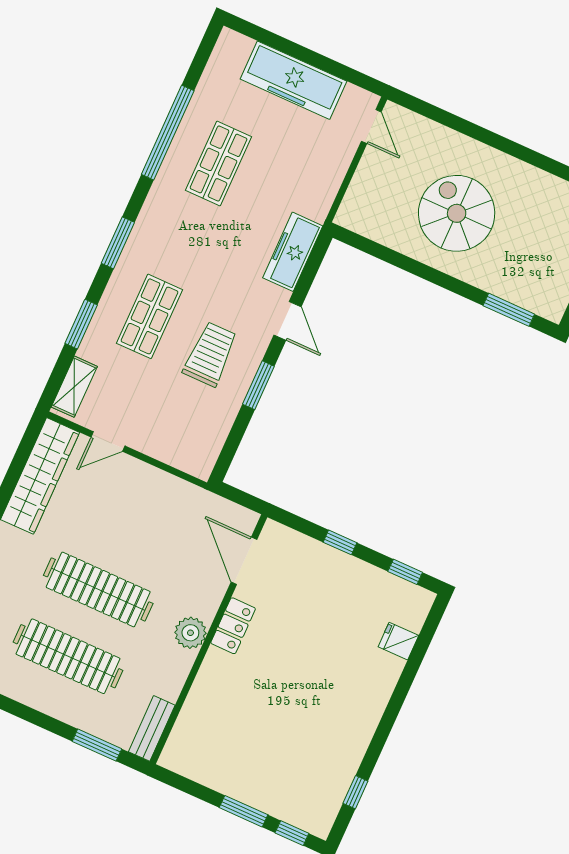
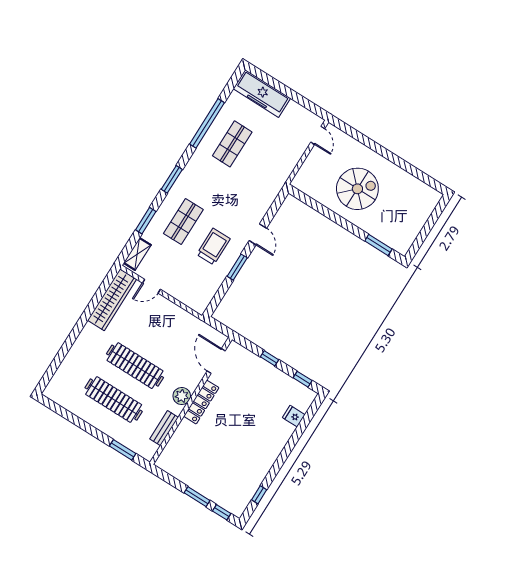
freezer: (293, 80) -> (262, 94), moved
spiral stairs: (457, 213) -> (357, 189), turned 90
freezer: (293, 252) -> (266, 197), removed
locker: (233, 626) -> (201, 402), width x1.53
bench: (152, 728) -> (164, 428), moved

